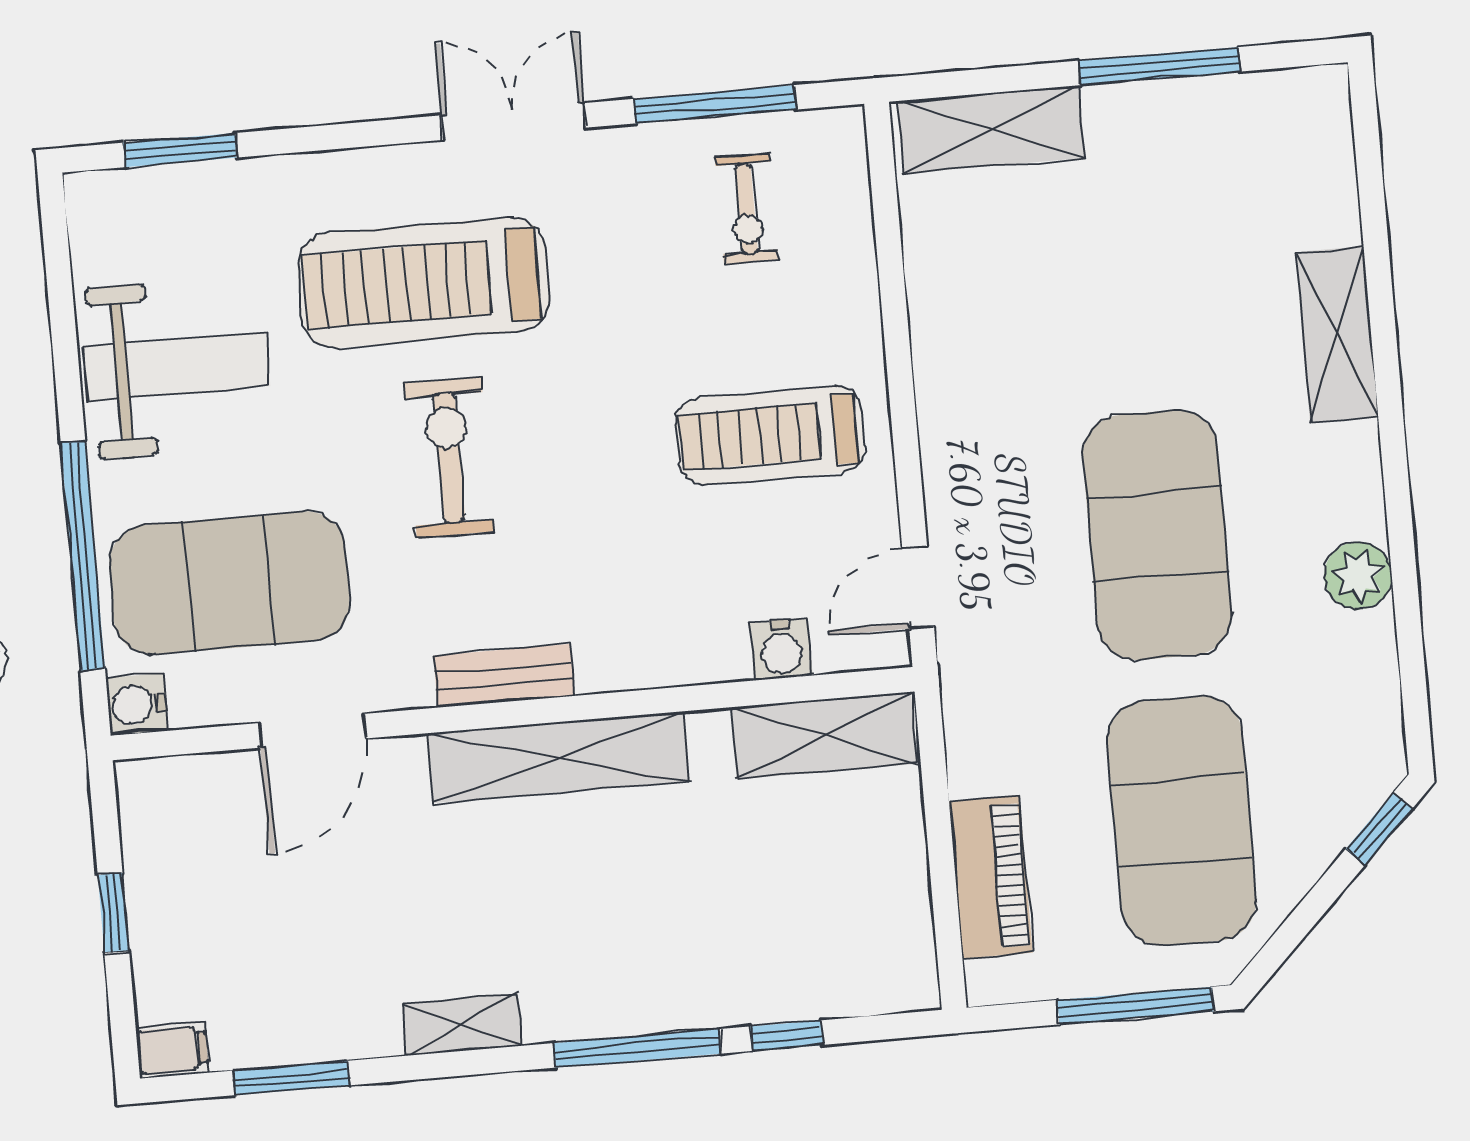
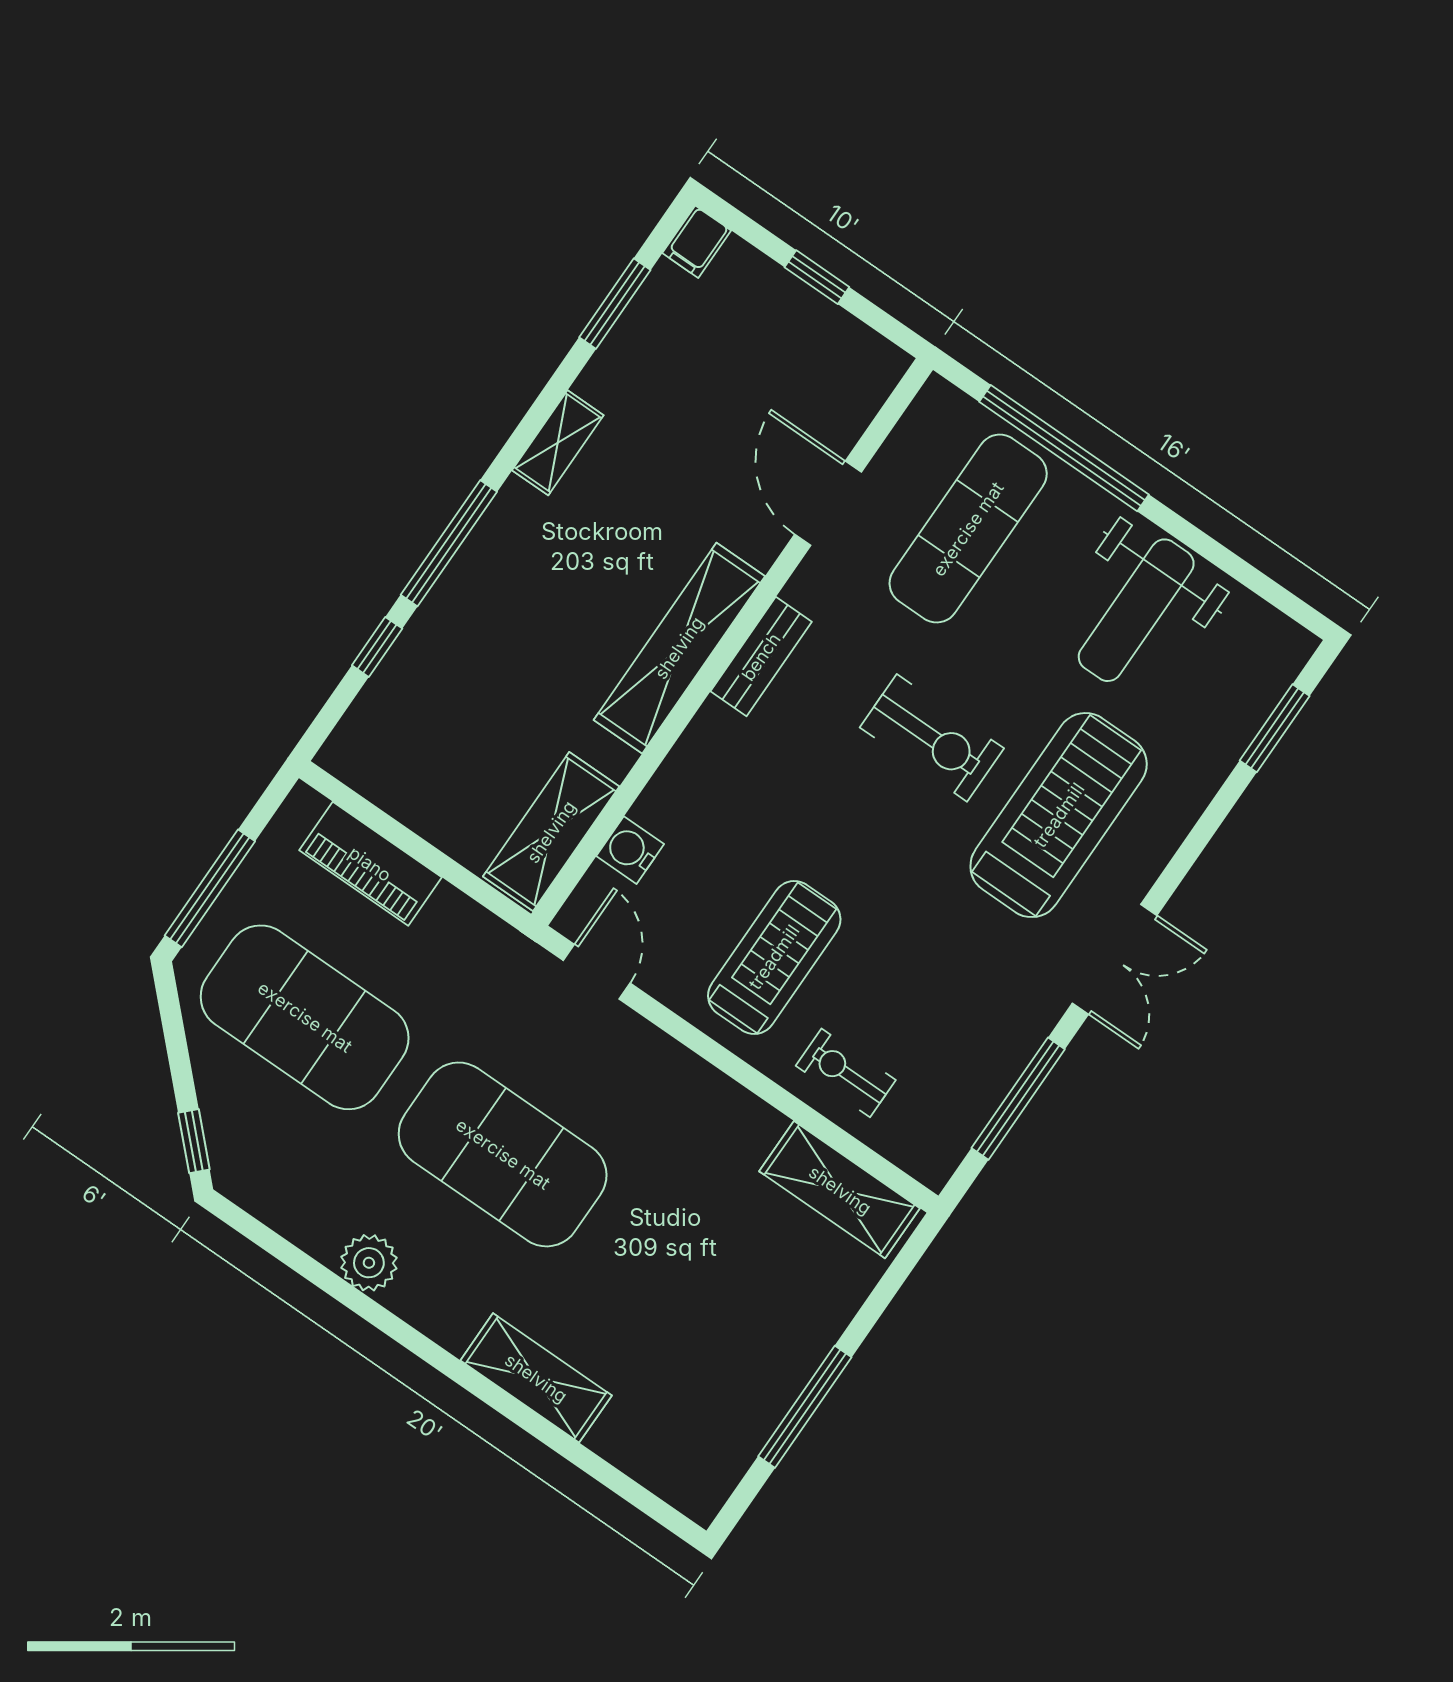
shelving: (991, 129) -> (840, 1190), moved, turned 90
exercise bike: (747, 209) -> (846, 1073), moved
exercise mat: (229, 583) -> (968, 529), width x0.68
water cooler: (137, 704) -> (939, 404), removed

